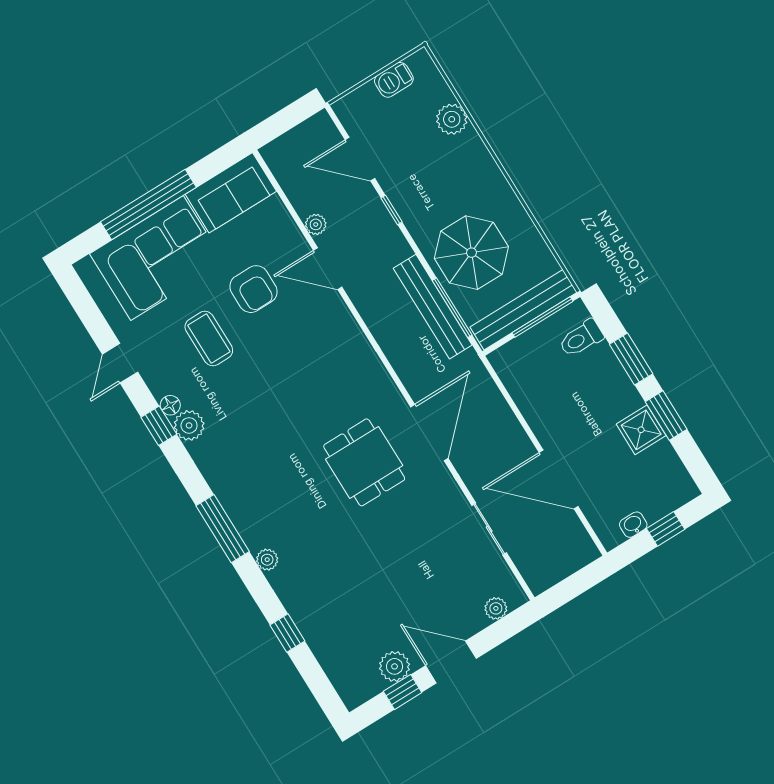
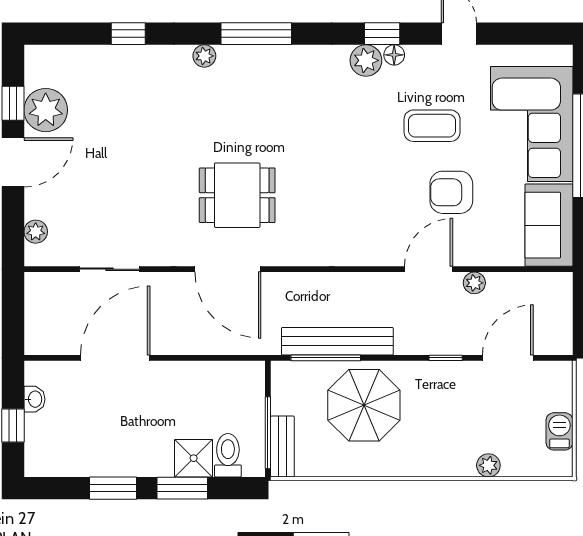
plant: (452, 119) -> (488, 465), width x0.73, depth x0.73
bench: (524, 310) -> (282, 446), width x0.54, depth x0.82
shower: (641, 430) -> (194, 458), moved
plant: (395, 666) -> (46, 110), width x1.36, depth x1.36

